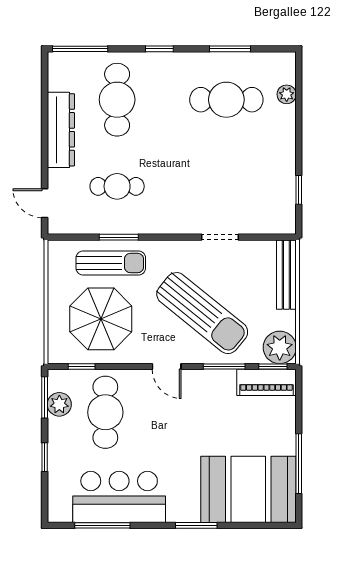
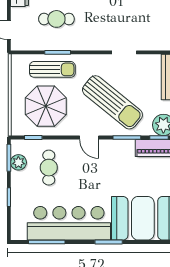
cafe table: (105, 412) -> (49, 168), width x0.73, depth x0.74
bar counter: (119, 497) -> (69, 223), width x1.36

